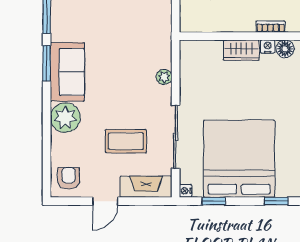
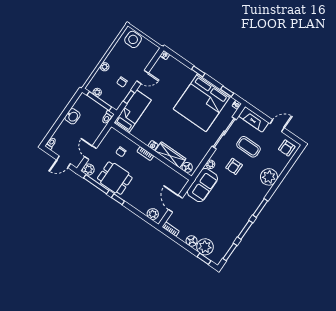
floor lamp: (285, 49) -> (187, 167), moved
wardrobe: (241, 50) -> (170, 155), width x1.50
sofa: (67, 72) -> (202, 185), moved, turned 180
armchair: (127, 98) -> (234, 166), added

